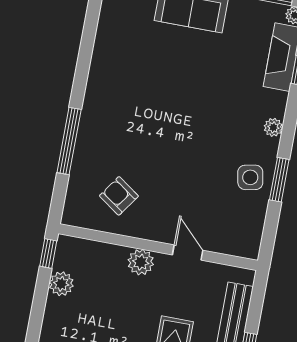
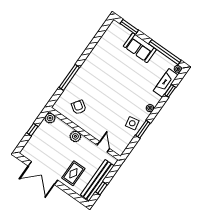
door: (188, 253) -> (103, 147), moved
window: (48, 254) -> (32, 130), moved
plant: (61, 284) -> (50, 118), moved

